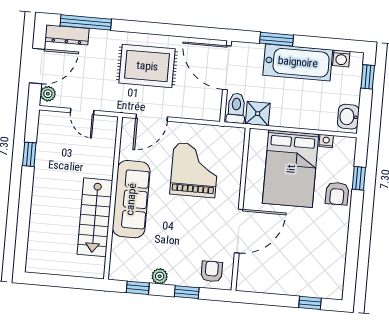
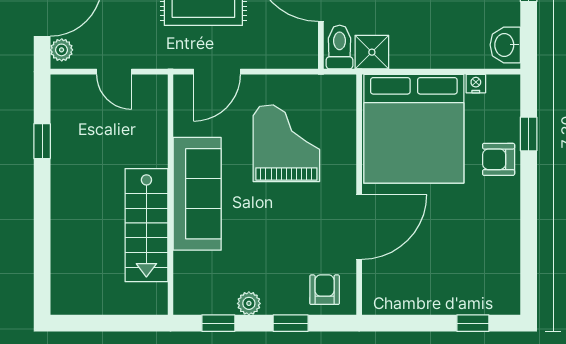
bed: (291, 169) -> (414, 129), width x1.36
armchair: (337, 194) -> (499, 159), turned 90

